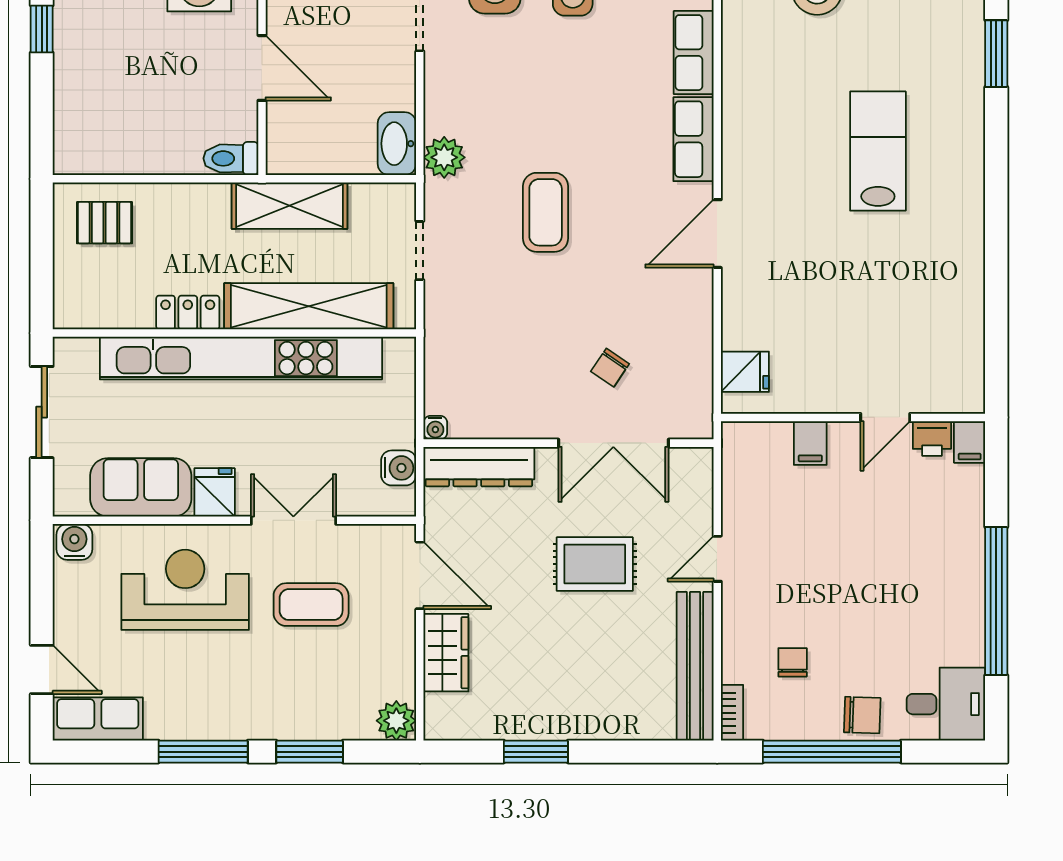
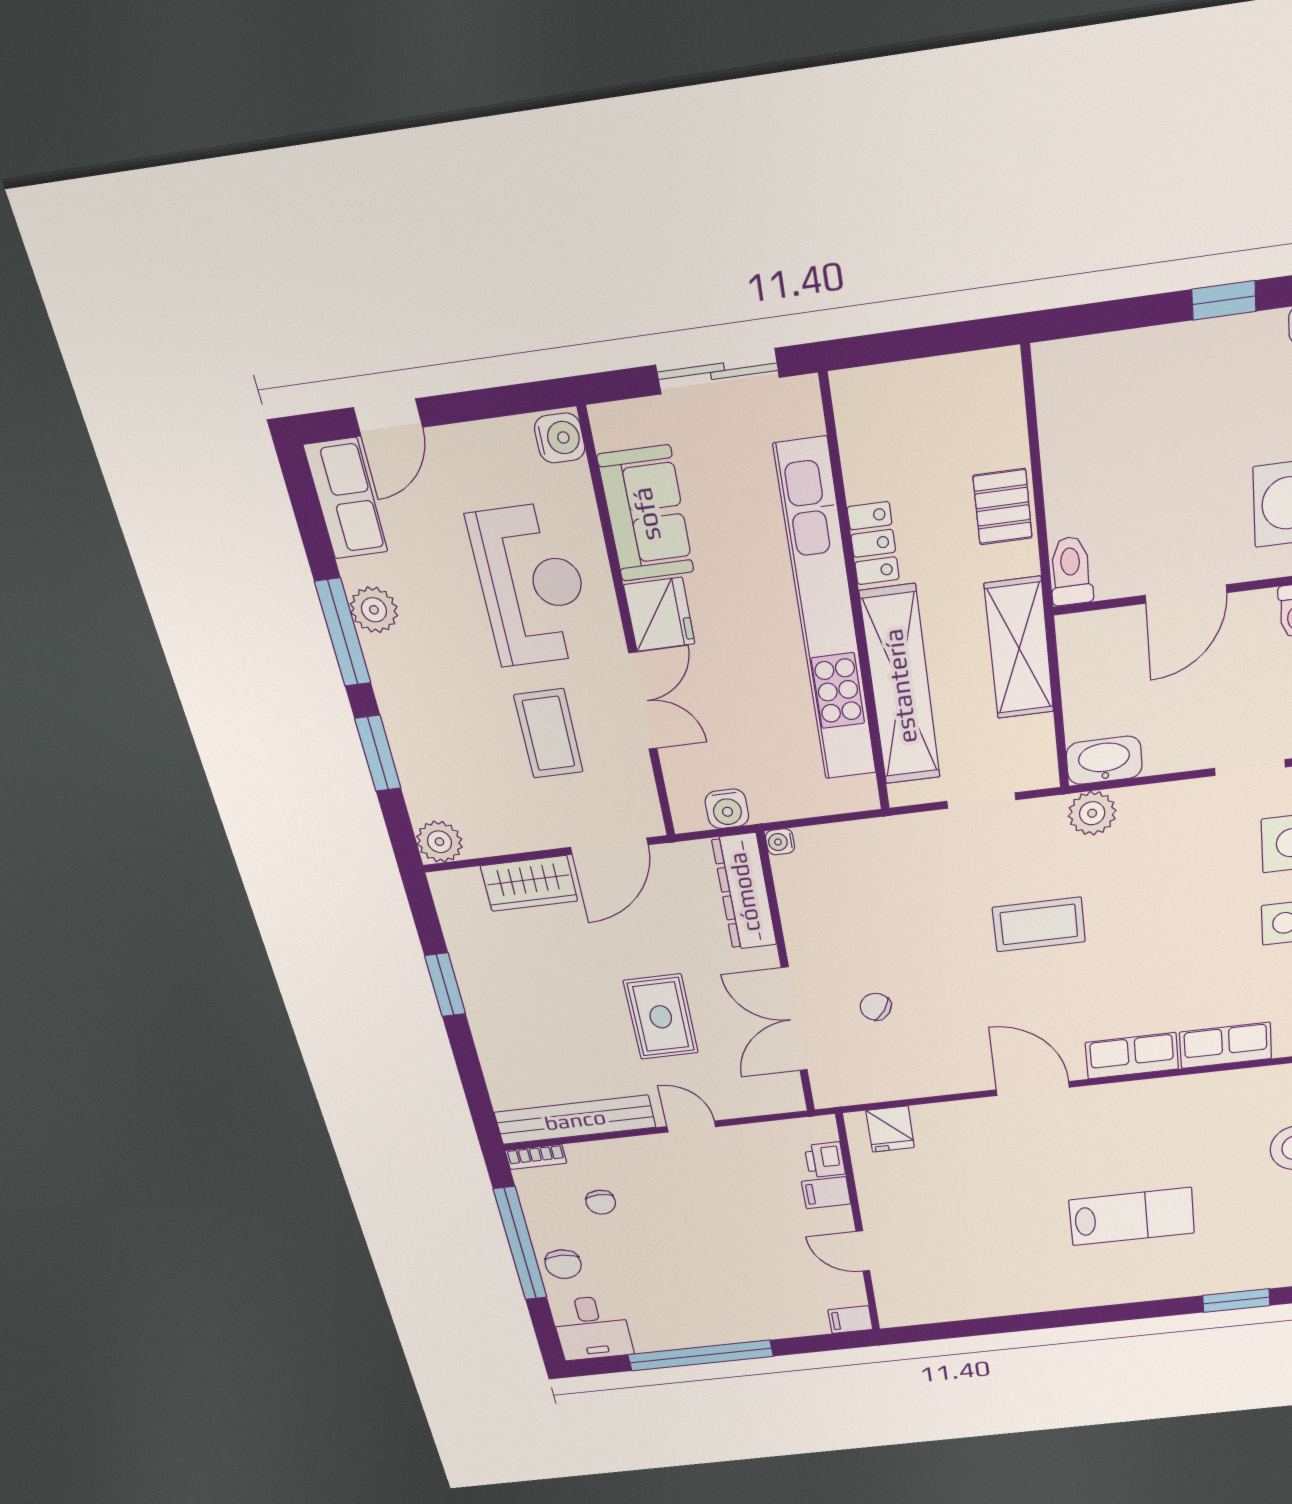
pallet: (104, 223) -> (1003, 507), moved
printer: (932, 438) -> (825, 1160), moved
fridge: (215, 492) -> (659, 614), width x1.38
chair: (793, 662) -> (601, 1202), turned 90
plant: (188, 721) -> (374, 610), added

